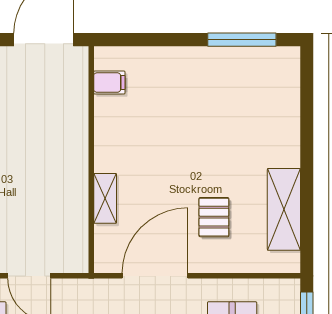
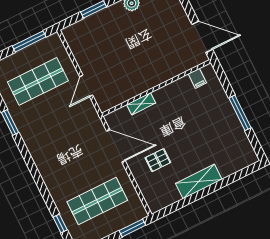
window: (242, 40) -> (240, 113), moved
shelving: (284, 209) -> (199, 181), moved

